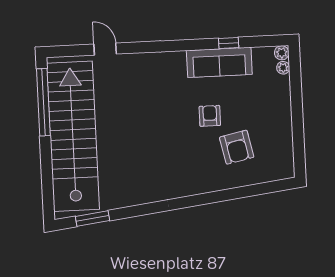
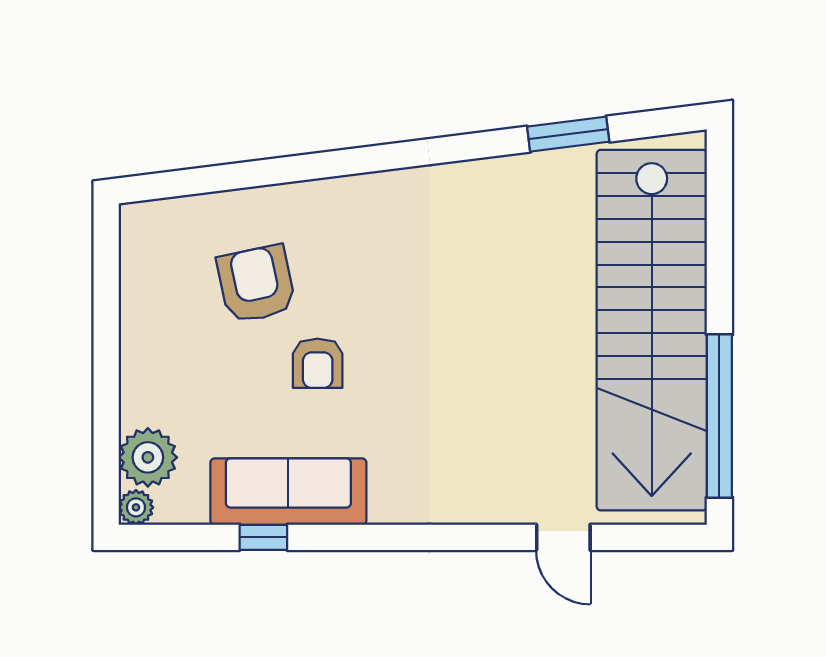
plant: (283, 68) -> (148, 457), width x1.87, depth x1.87
window: (92, 219) -> (568, 134), moved

